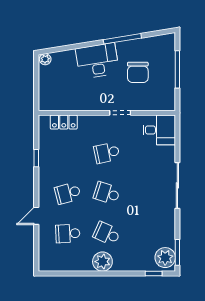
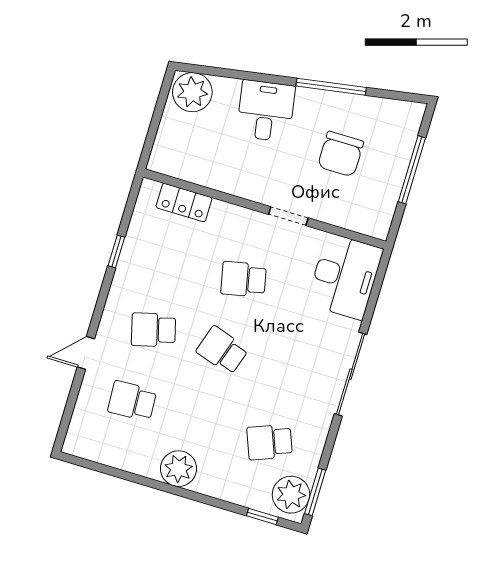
plant: (45, 59) -> (192, 92), width x1.88, depth x1.88
desk: (97, 61) -> (266, 111), width x0.73
desk: (159, 130) -> (345, 277), width x1.37
school desk: (107, 234) -> (270, 442), moved, turned -45

